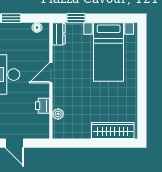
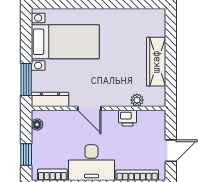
window: (76, 18) -> (26, 80), width x1.50
dresser: (59, 34) -> (50, 99), width x1.44
wardrobe: (113, 131) -> (156, 62), moved

